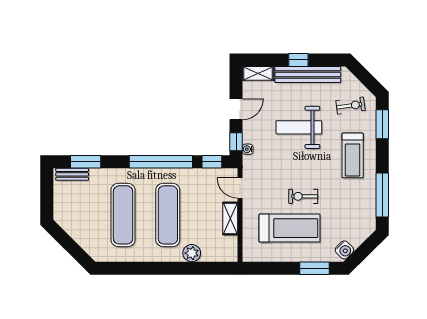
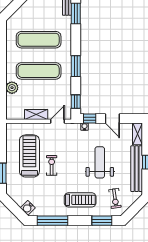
treadmill: (353, 155) -> (80, 200), turned 180
window: (161, 162) -> (76, 66), width x0.47
treadmill: (290, 228) -> (29, 156), turned 180
water cooler: (344, 250) -> (28, 208), moved

